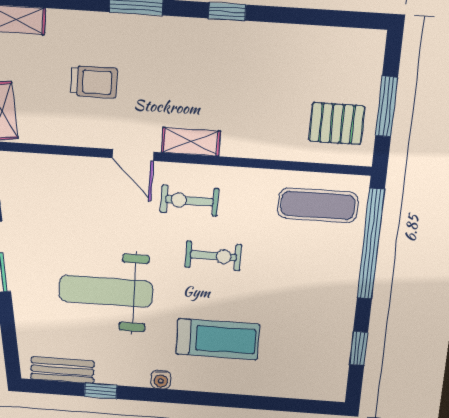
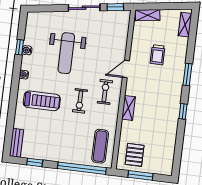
shelving: (191, 142) -> (129, 108), moved
weight bench: (106, 291) -> (66, 53), turned 180
treadmill: (218, 339) -> (42, 101), turned -90
bench: (62, 370) -> (16, 143), moved
water cooler: (106, 375) -> (27, 50), added

